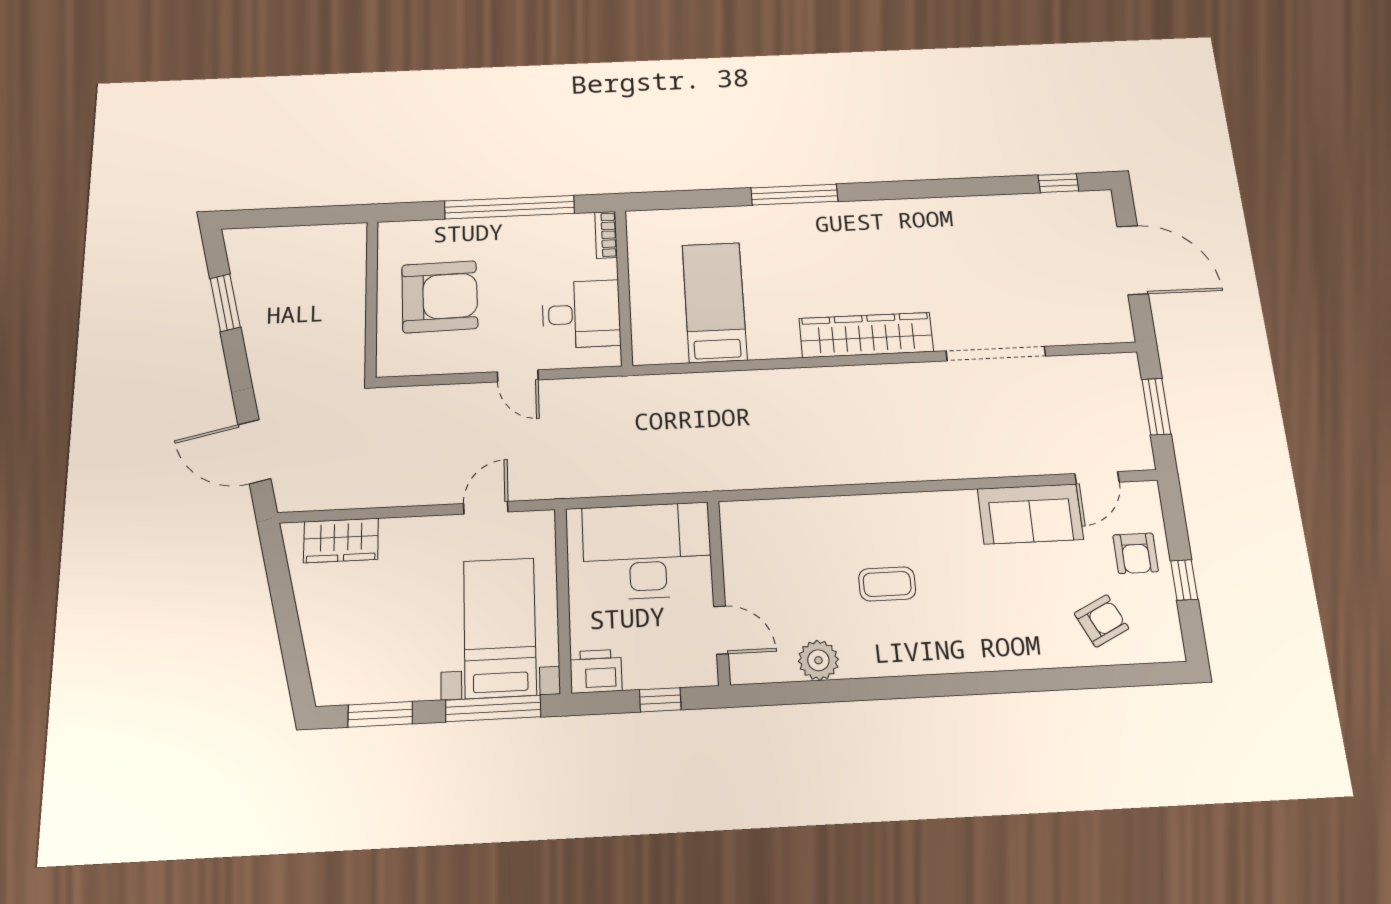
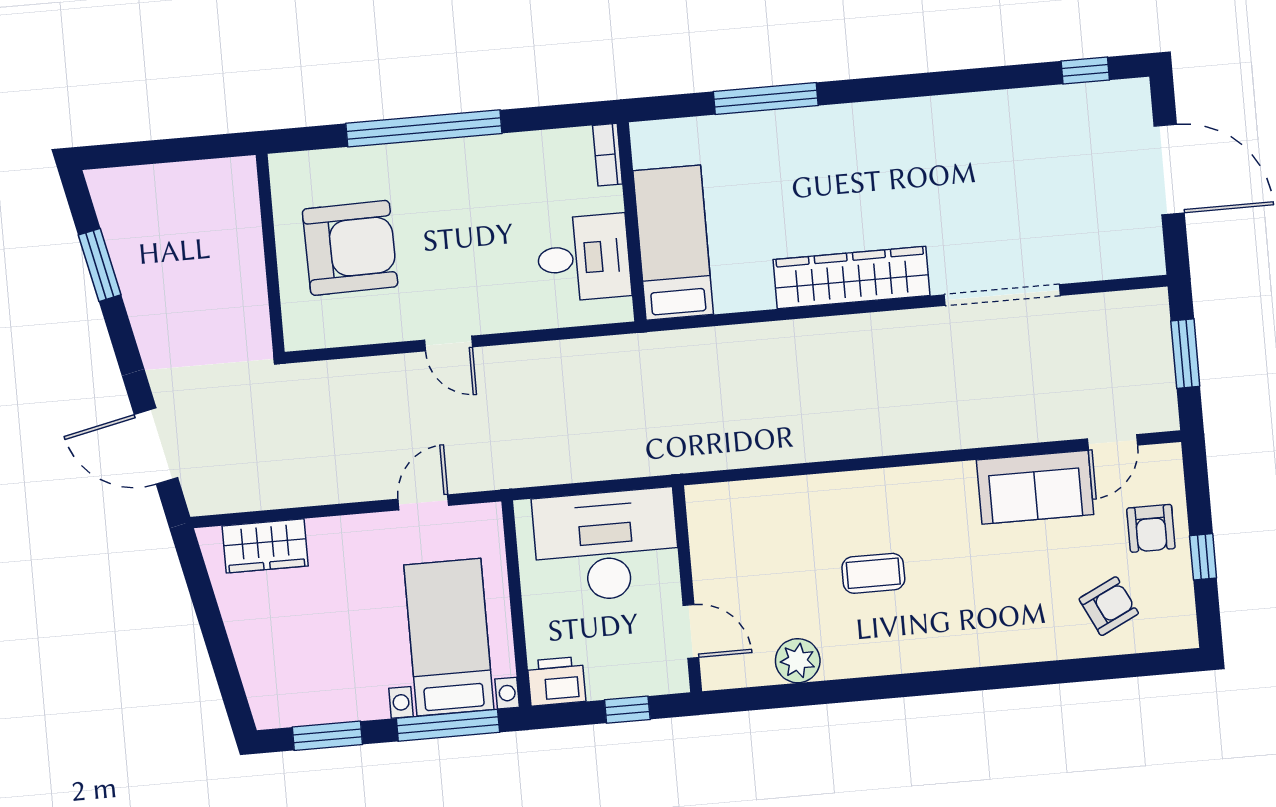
bookcase: (606, 235) -> (608, 155), moved
wall: (624, 287) -> (632, 222), moved
desk: (581, 314) -> (584, 258), moved

